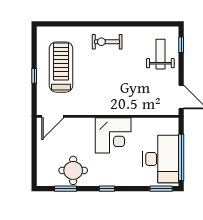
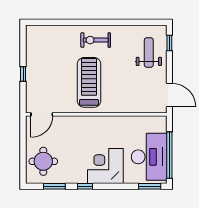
treadmill: (61, 67) -> (89, 82), moved
corner desk: (113, 135) -> (105, 166), moved, turned 180
round table: (73, 170) -> (43, 161), moved
window: (107, 189) -> (85, 186), moved

